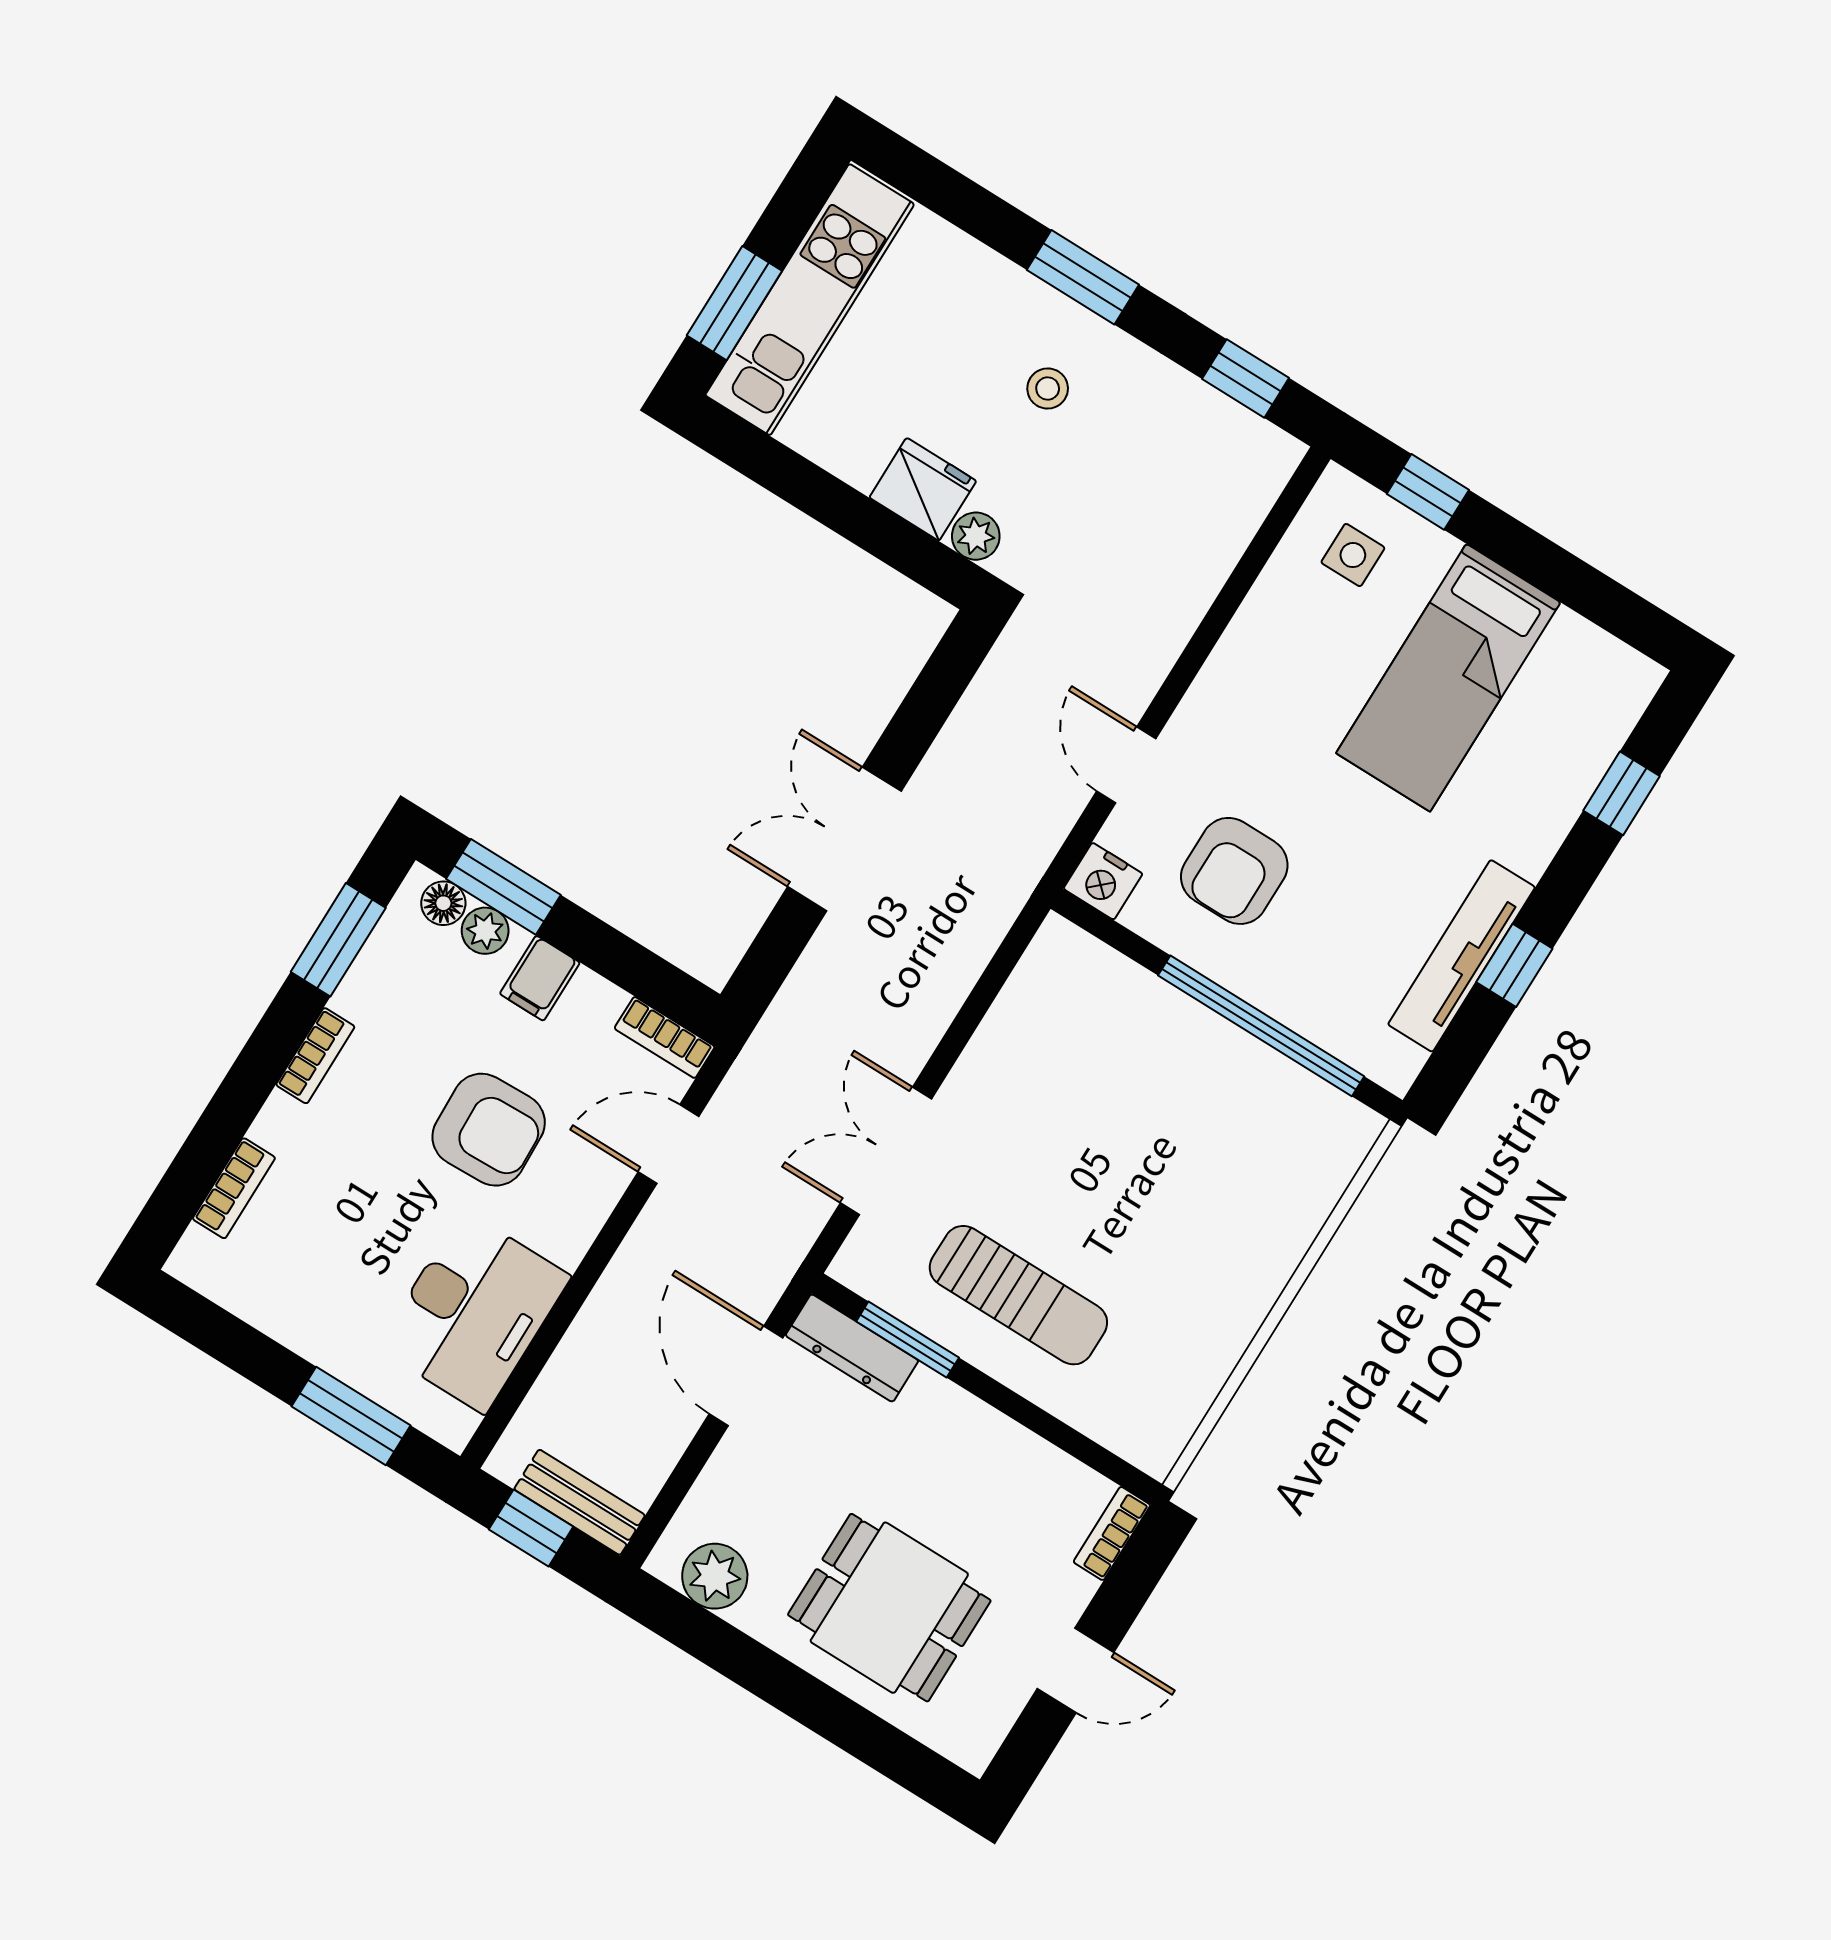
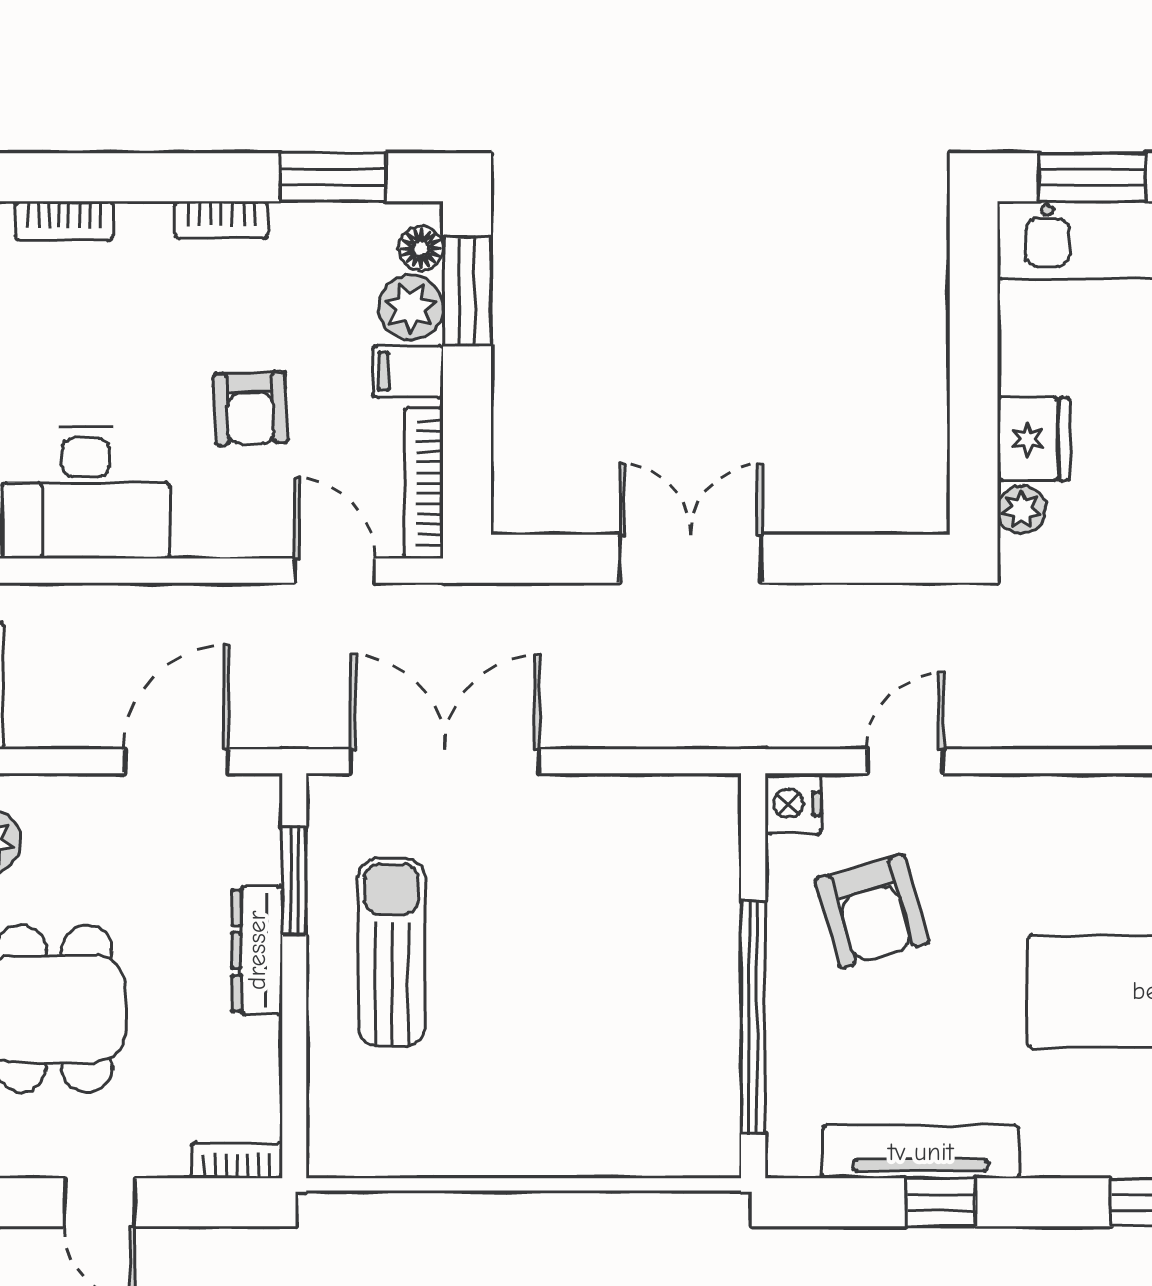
armchair: (1234, 871) -> (872, 911), turned -106
plant: (485, 931) -> (411, 308), width x1.38, depth x1.38
bookcase: (665, 1038) -> (424, 483), width x1.56
armchair: (489, 1130) -> (250, 408), width x0.72, depth x0.72
double door: (886, 1151) -> (445, 761), width x1.37
sun lounger: (1018, 1295) -> (392, 952), turned 180
dresser: (852, 1348) -> (257, 950), moved

